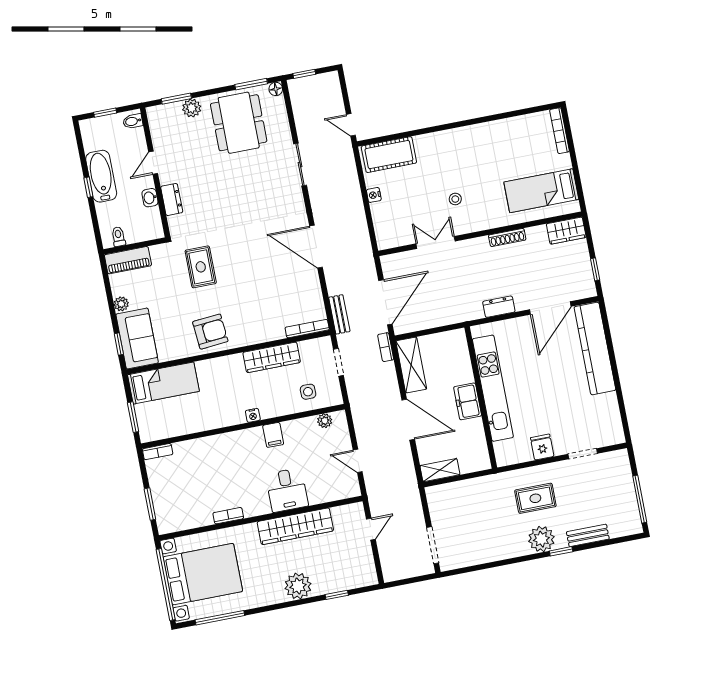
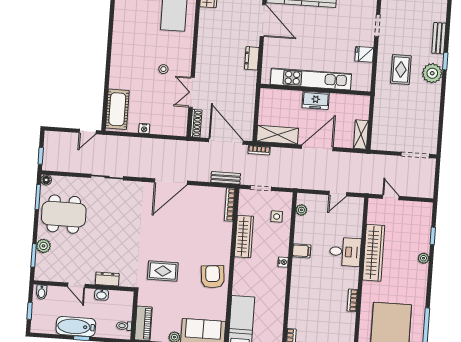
shoe rack: (507, 237) -> (196, 123), moved
plant: (298, 586) -> (424, 258), width x0.53, depth x0.53

